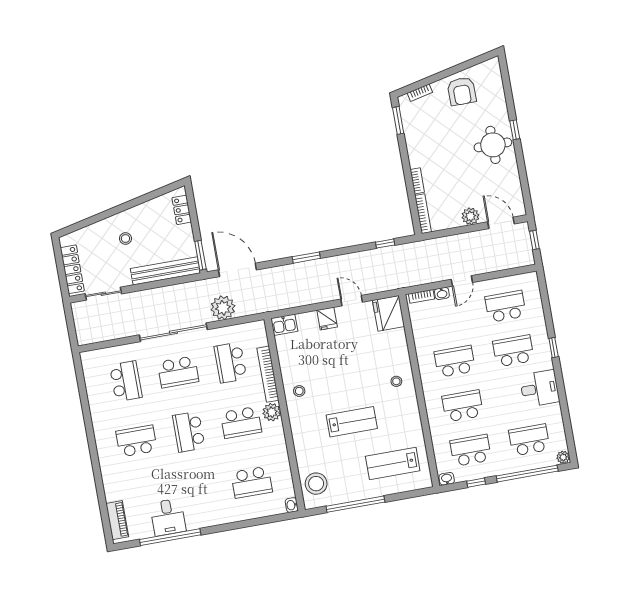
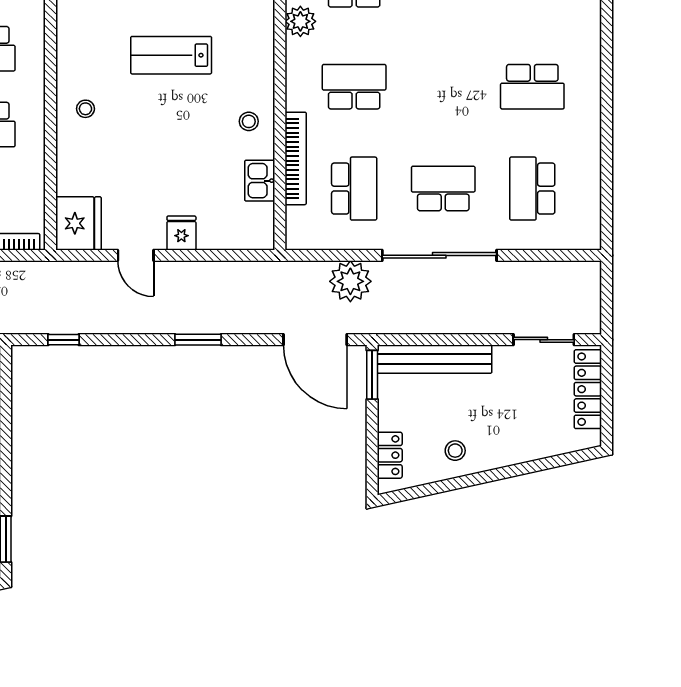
stool: (125, 239) -> (455, 451), moved
kitchen sink: (284, 325) -> (260, 181), moved, turned -90
plant: (272, 412) -> (300, 21), moved
school desk: (189, 432) -> (443, 87), removed

